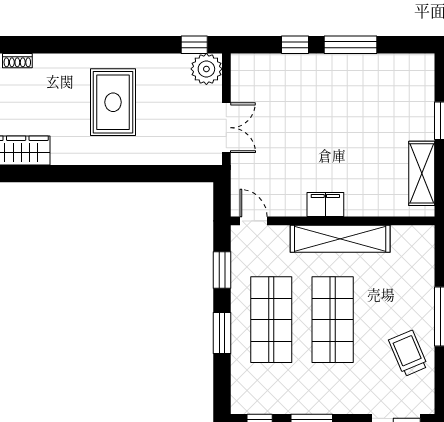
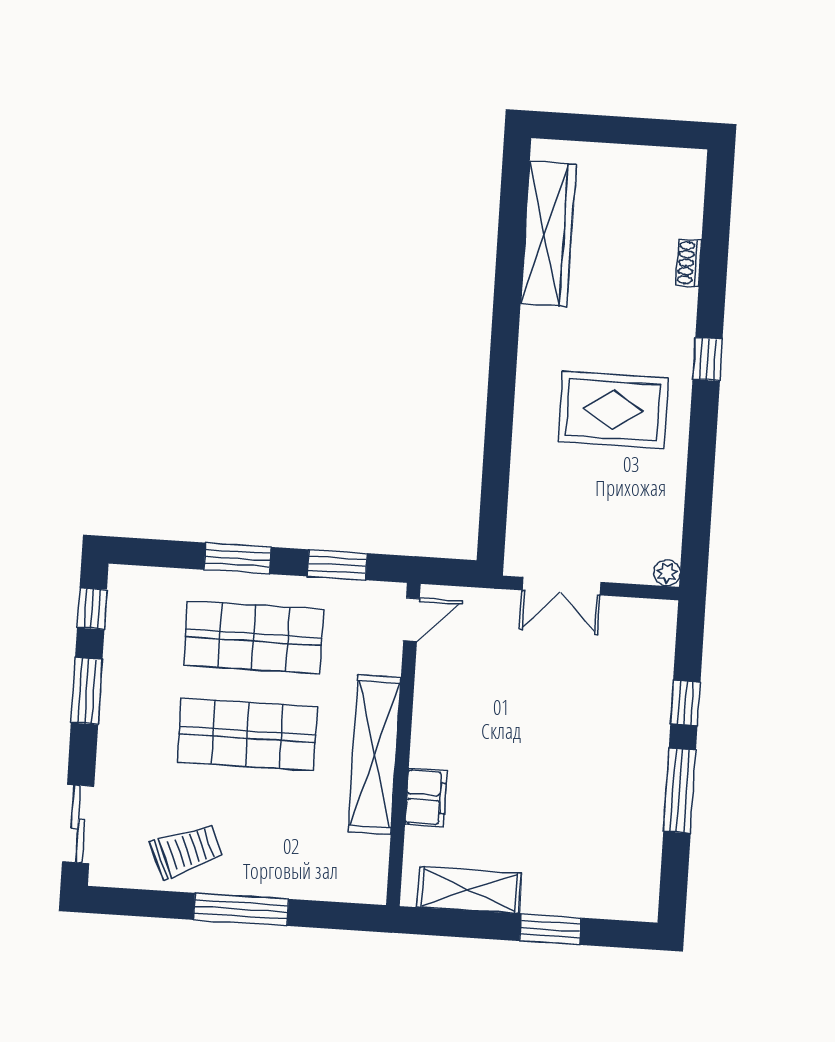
window: (194, 45) -> (708, 359), moved
plant: (206, 69) -> (667, 573), width x0.53, depth x0.53
filing cabinet: (325, 204) -> (426, 797), moved

